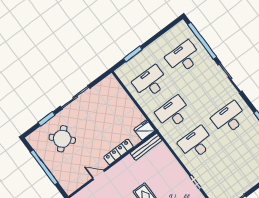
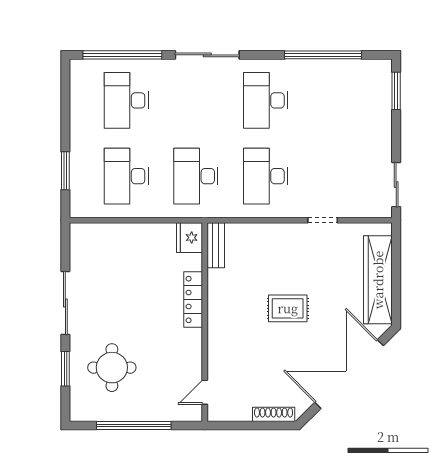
round table: (62, 139) -> (112, 368), turned 45
bench: (146, 147) -> (216, 245), width x0.73
door: (98, 175) -> (205, 392), moved

